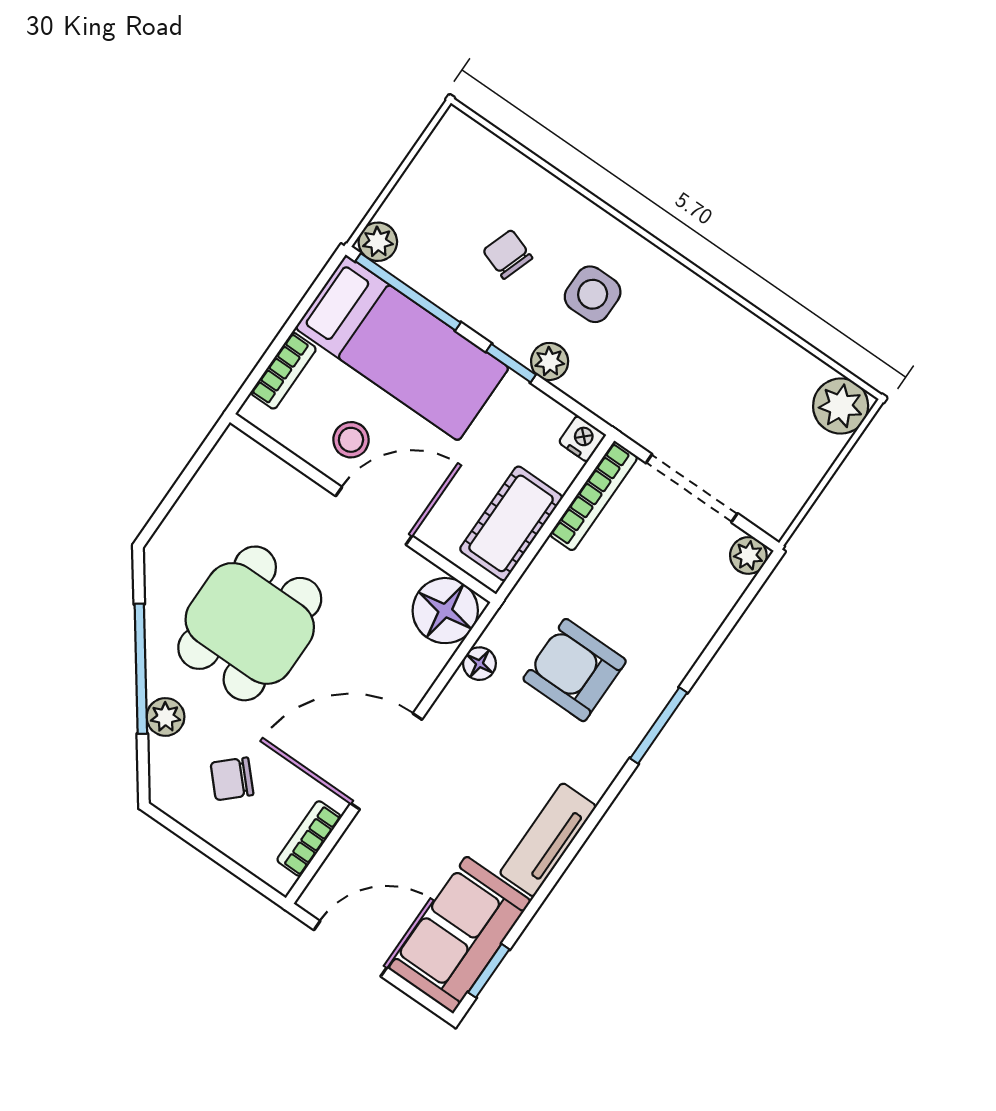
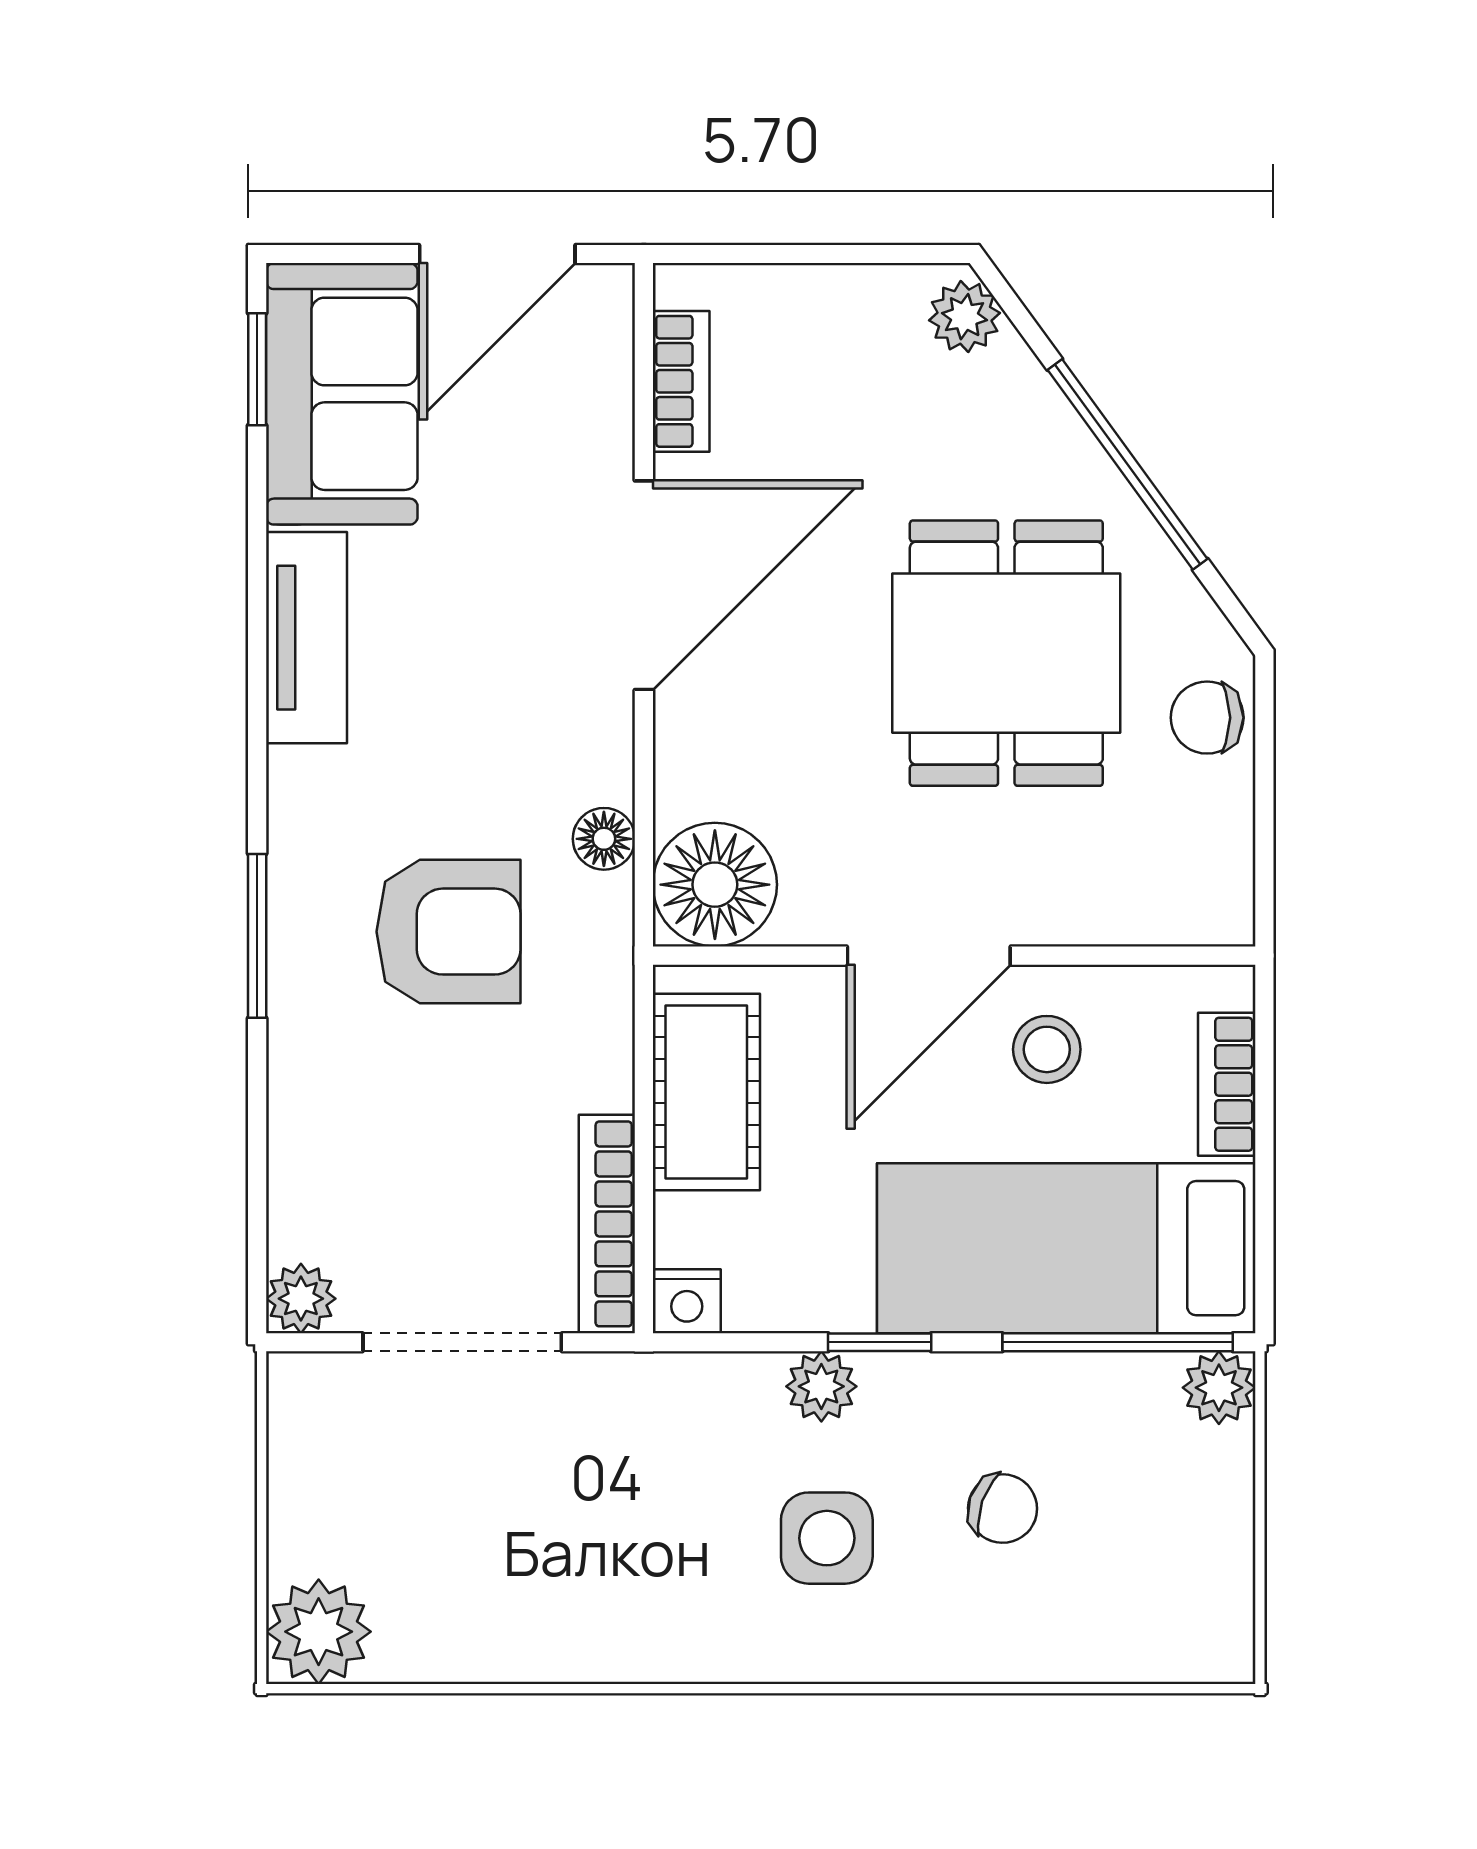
plant: (165, 717) -> (965, 317), moved
chair: (232, 779) -> (1207, 718), moved, turned -137

